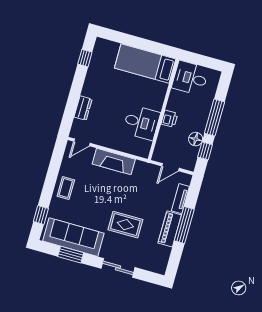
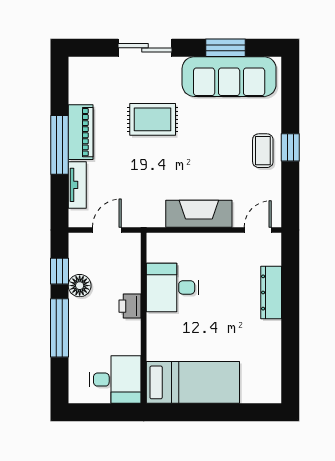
window: (85, 58) -> (290, 364), removed
dresser: (83, 108) -> (271, 292), width x1.44
window: (41, 215) -> (290, 147), moved

